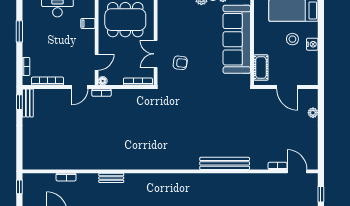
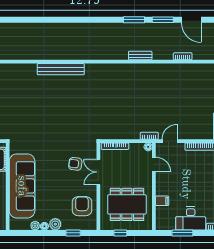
armchair: (173, 18) -> (82, 206), added
double door: (156, 54) -> (98, 172), swing flipped
door: (97, 62) -> (154, 164), swing flipped
bench: (225, 163) -> (61, 69), moved

